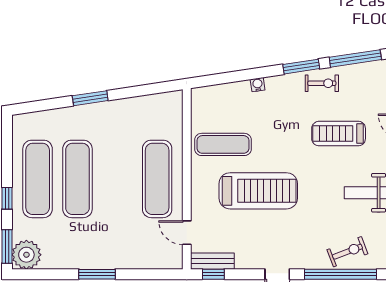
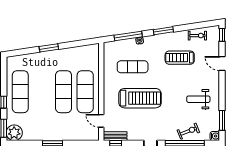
window: (355, 58) -> (128, 36), moved
exercise bike: (322, 83) -> (197, 36), moved
treadmill: (339, 134) -> (180, 58), moved
exercise mat: (223, 144) -> (133, 67), moved
exercise mat: (77, 179) -> (64, 92), moved

